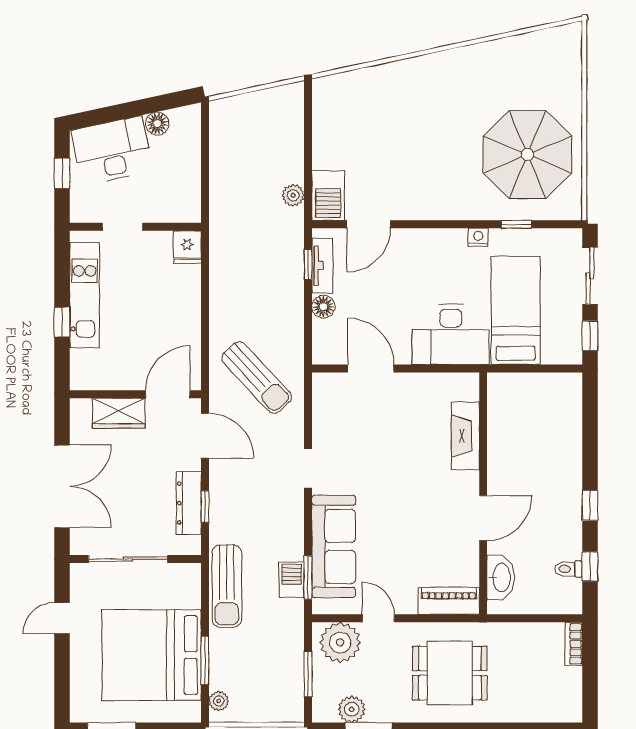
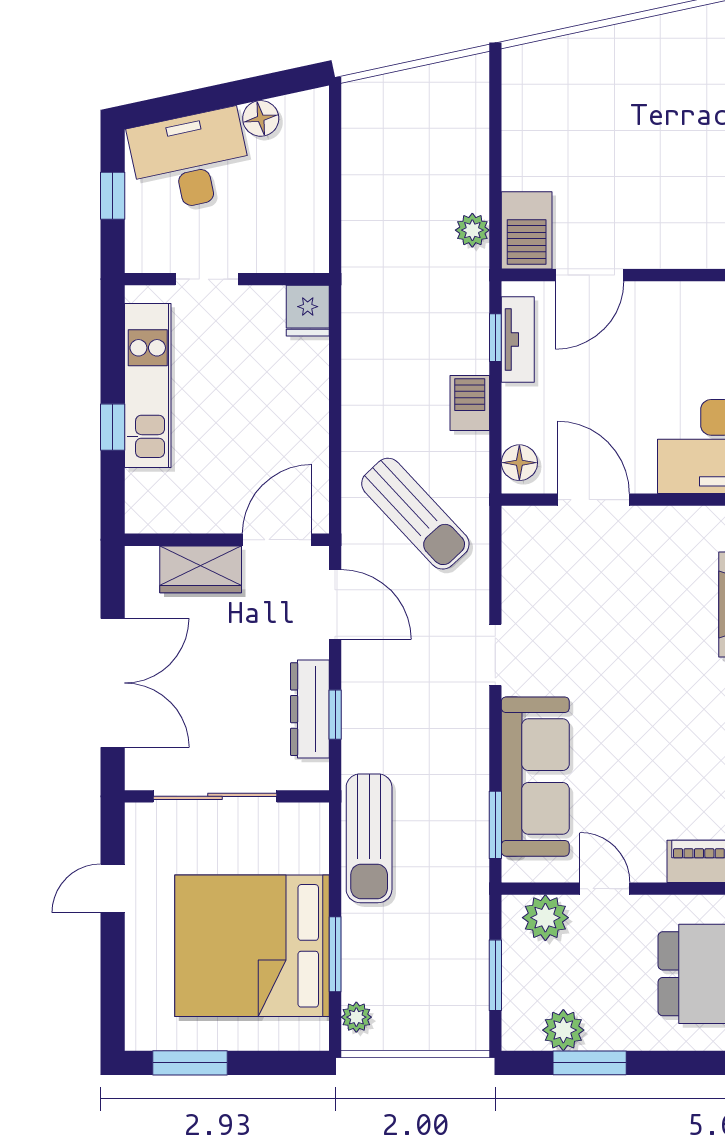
floor lamp: (323, 307) -> (519, 463), moved
barbecue: (292, 580) -> (470, 403), moved
plant: (340, 642) -> (545, 918), width x0.73, depth x0.73

